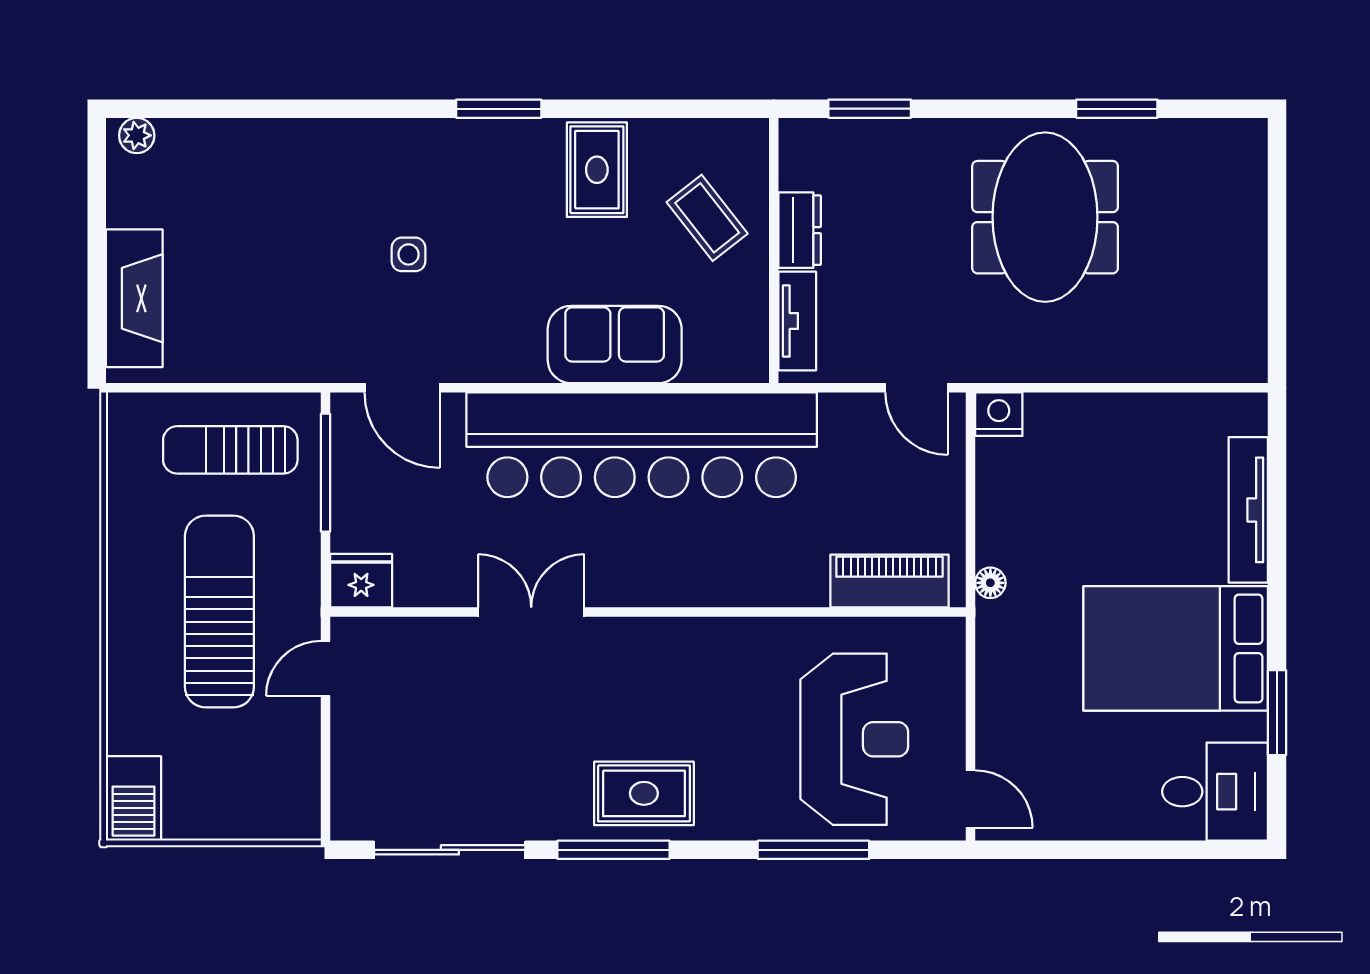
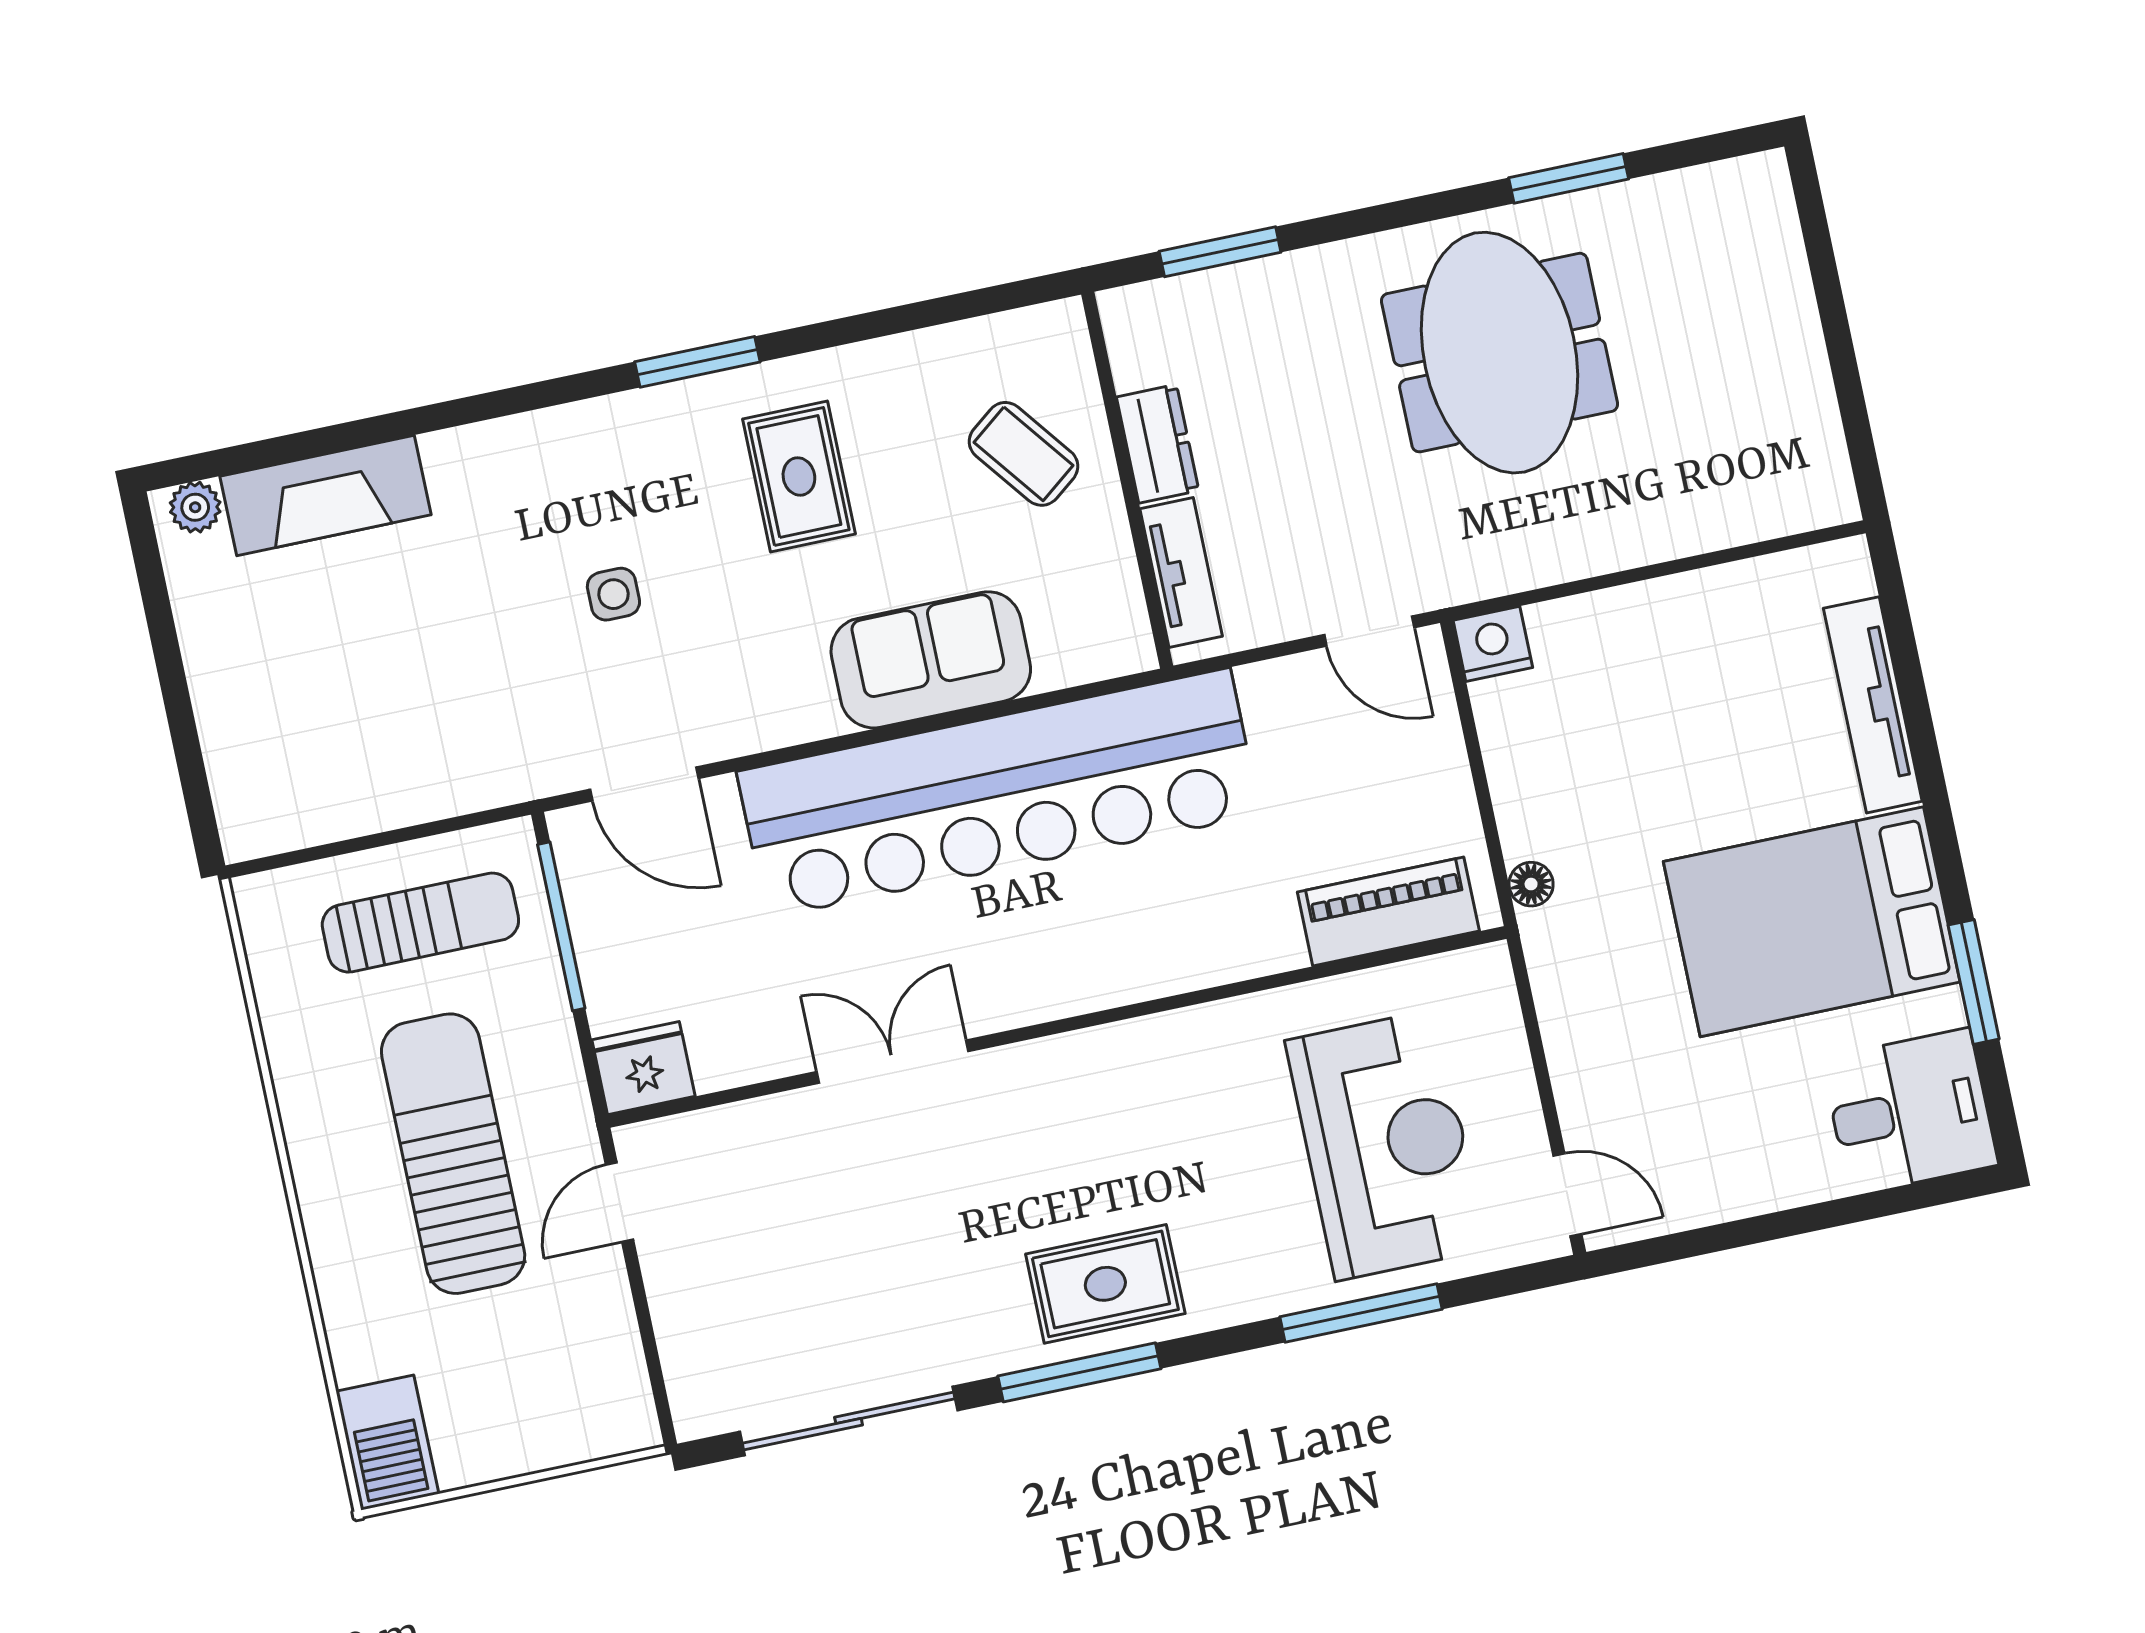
rug: (597, 170) -> (799, 476), moved
fireplace: (134, 298) -> (325, 496), moved, turned 90
sun lounger: (230, 450) -> (420, 923), turned 180

